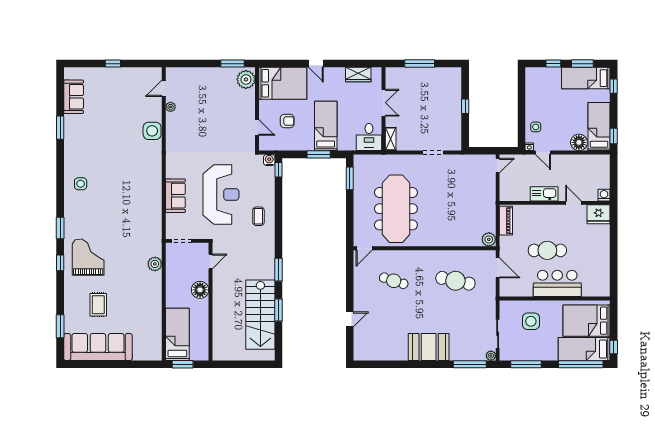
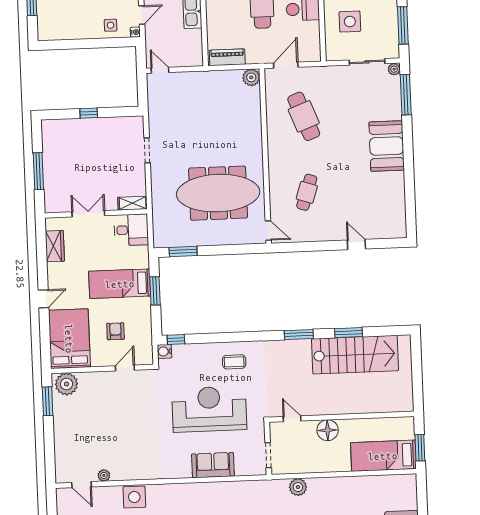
cafe table: (455, 281) -> (304, 116), turned -33

